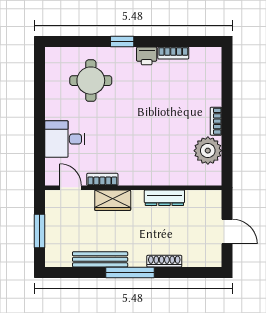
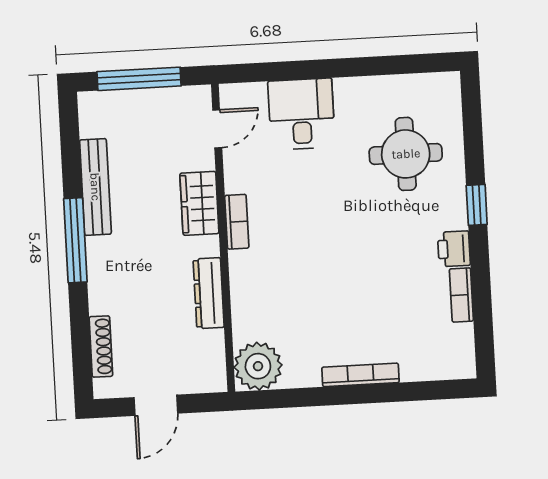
bookcase: (216, 121) -> (361, 375), width x1.56
plant: (208, 151) -> (258, 366), moved
bookcase: (102, 179) -> (237, 222), moved
window: (39, 231) -> (139, 79), width x1.44
shoe rack: (164, 261) -> (101, 346), moved

